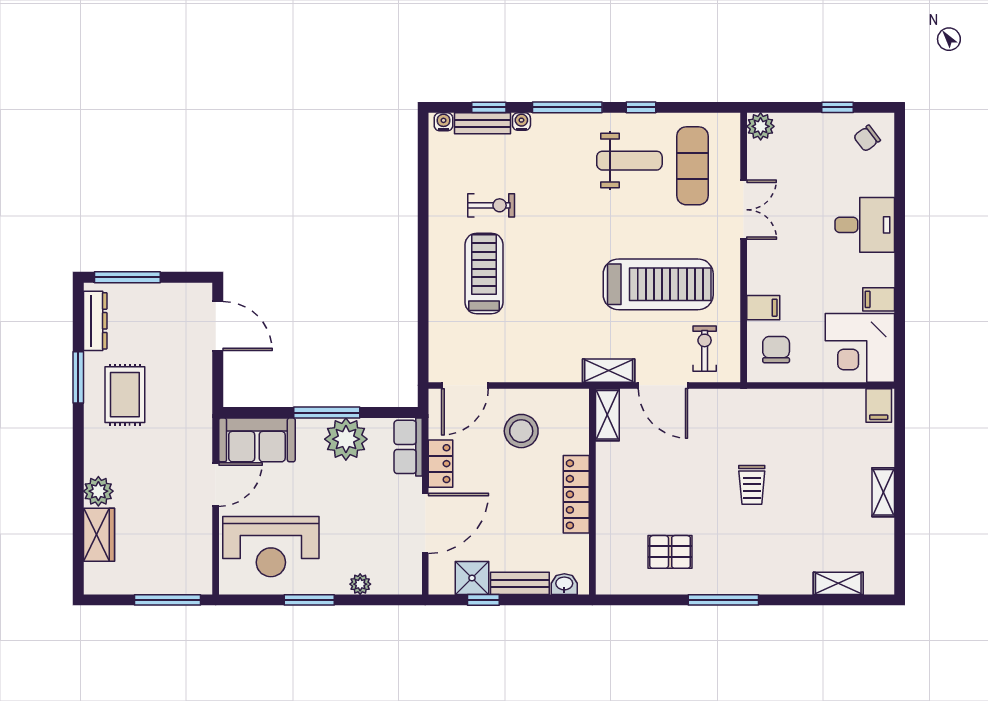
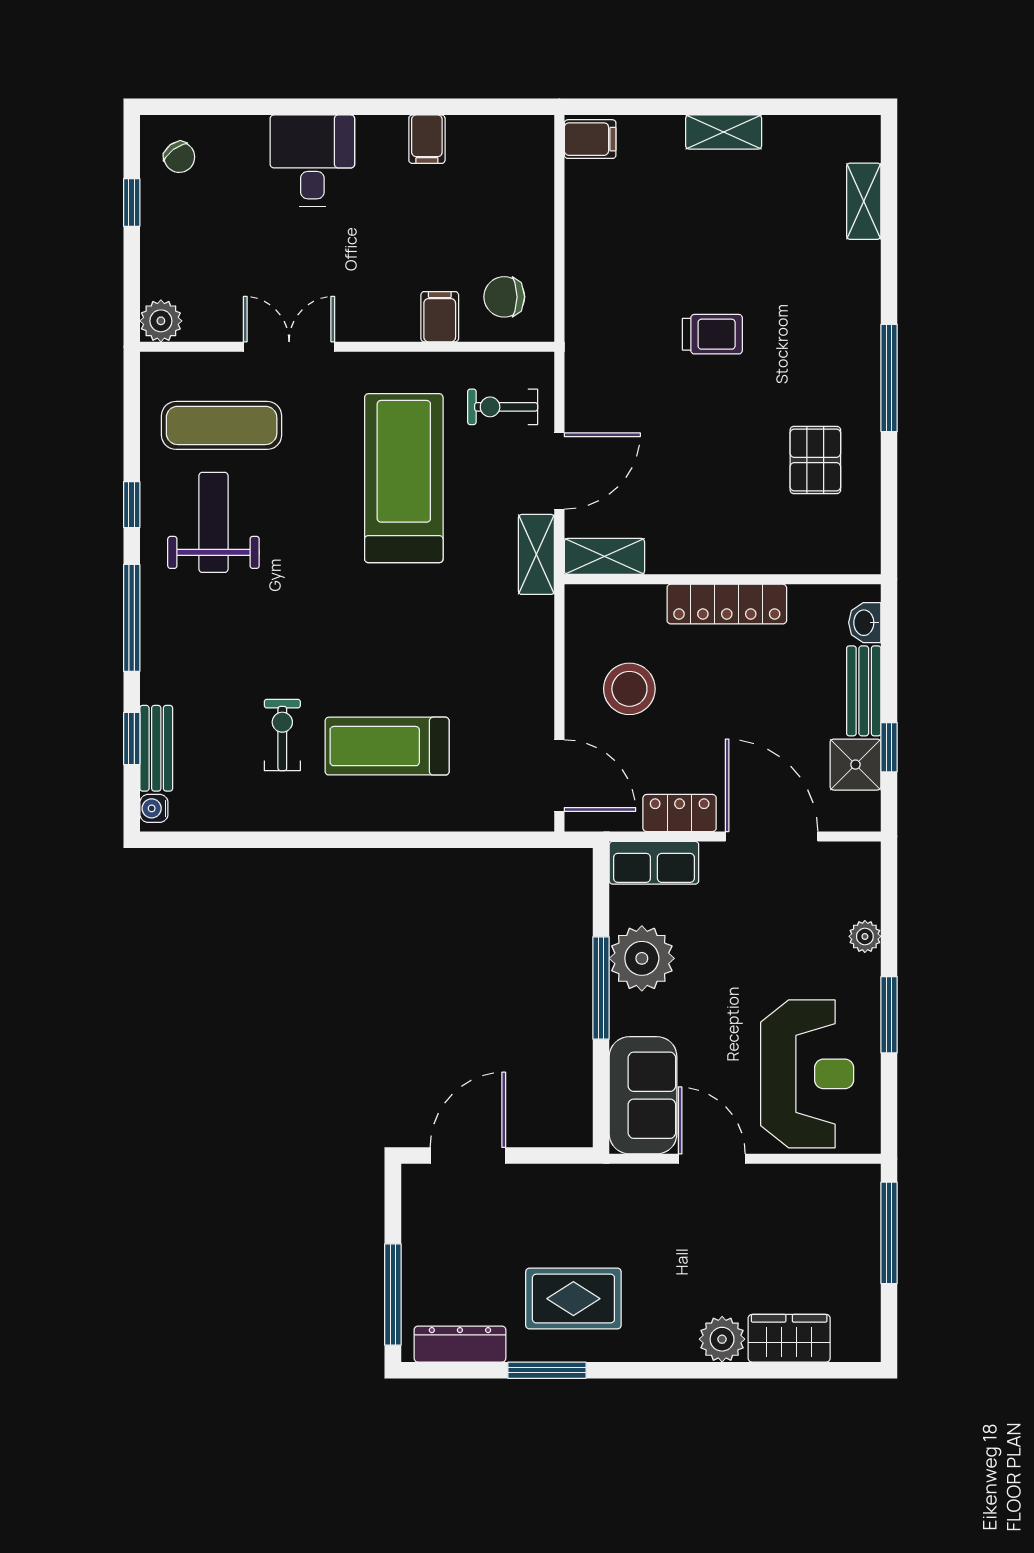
water cooler: (521, 122) -> (153, 689), removed
corner desk: (860, 348) -> (501, 168), removed

